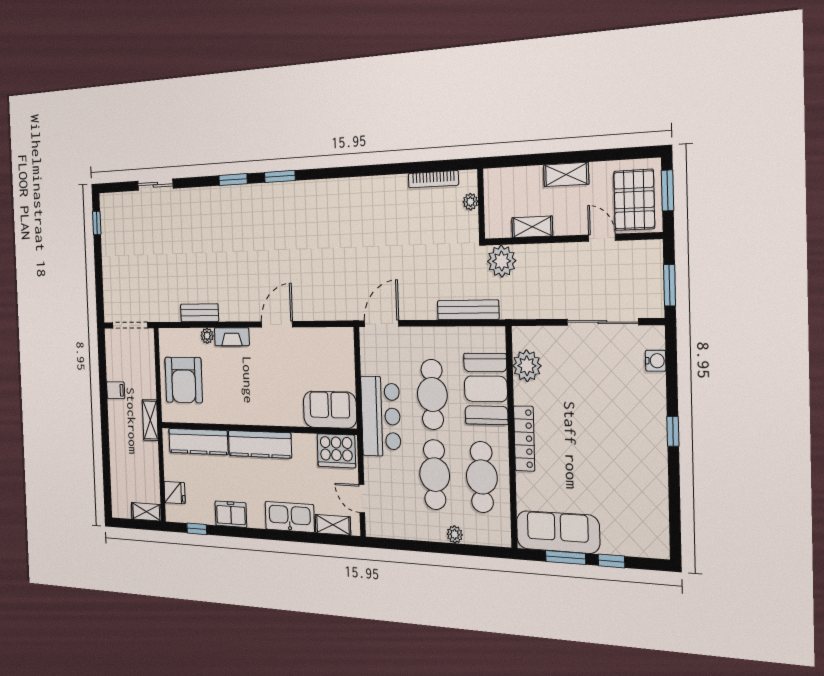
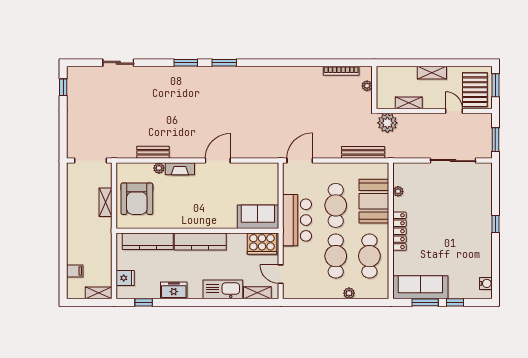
water cooler: (656, 361) -> (486, 283), moved
plant: (527, 366) -> (398, 191), width x0.53, depth x0.53
filing cabinet: (116, 390) -> (75, 271), moved
shelving: (150, 420) -> (106, 202), moved

